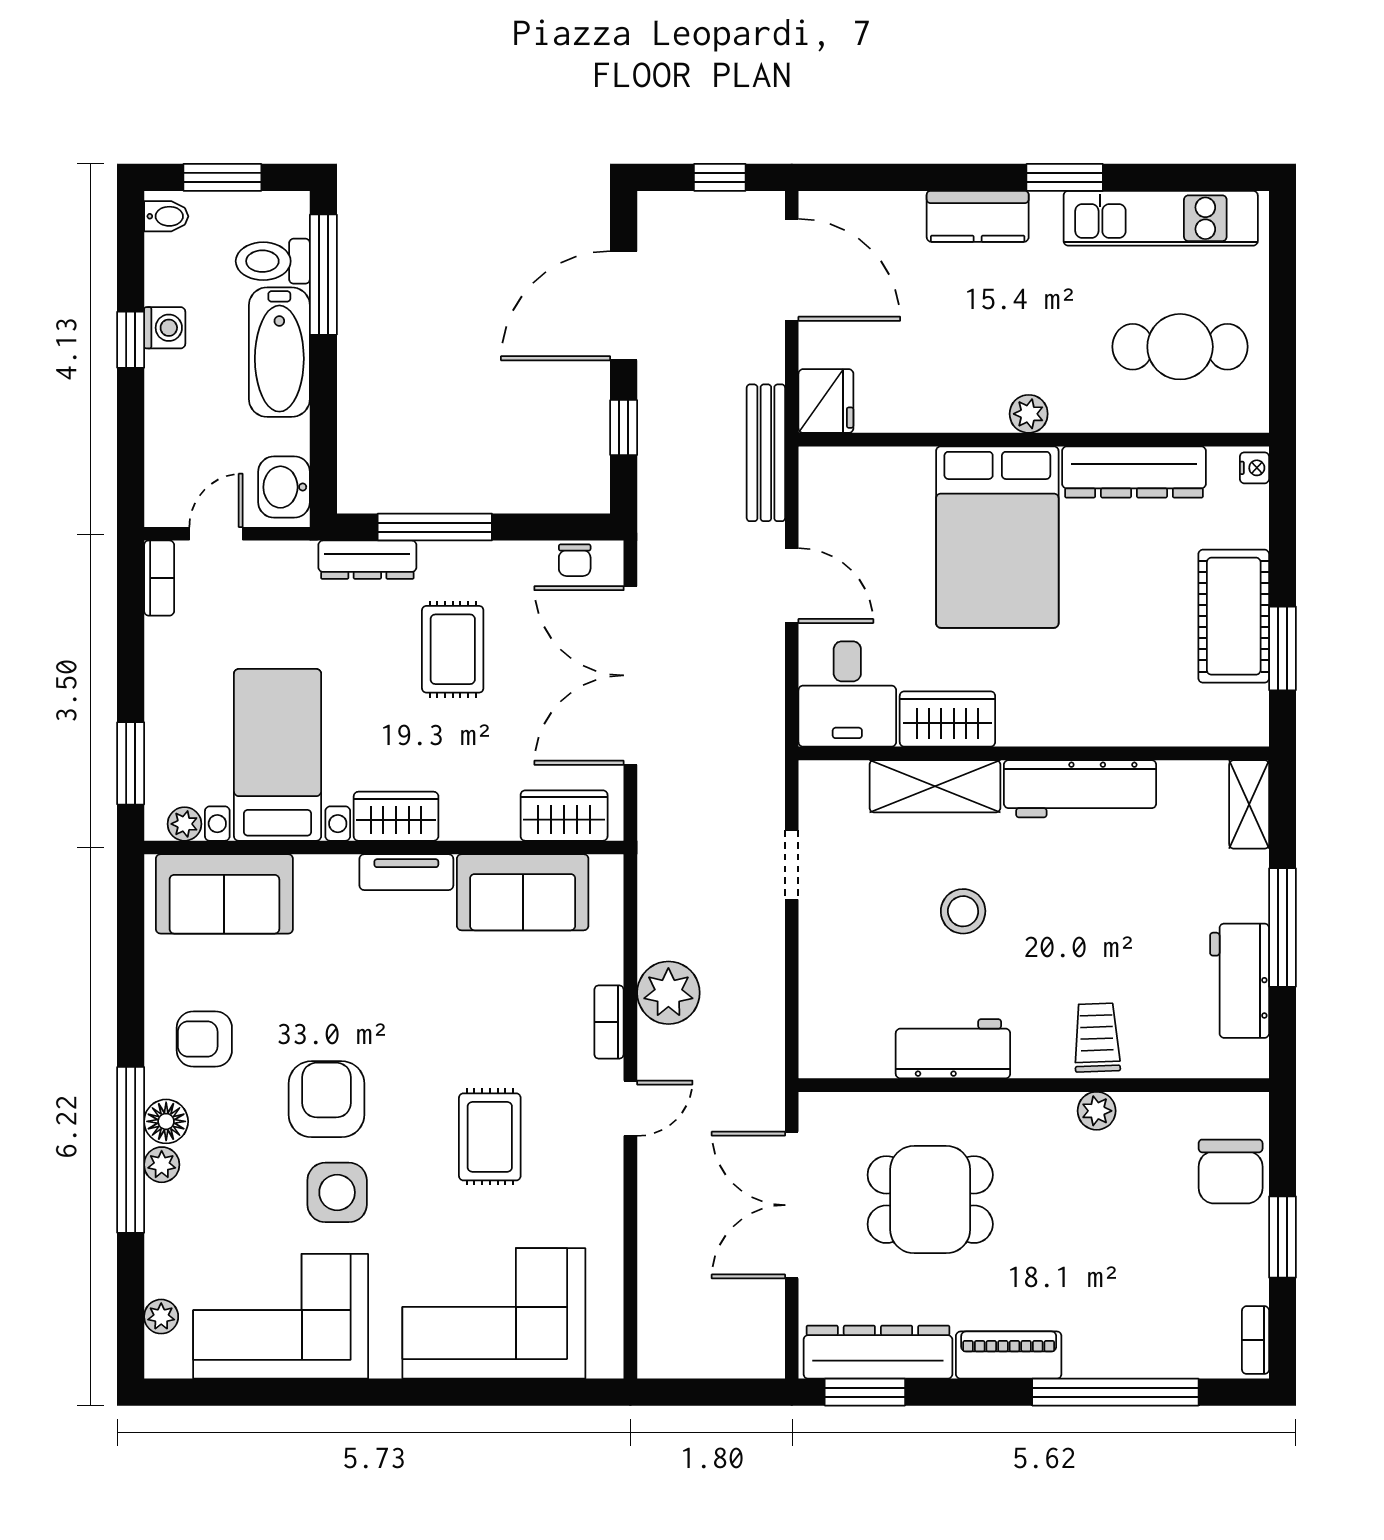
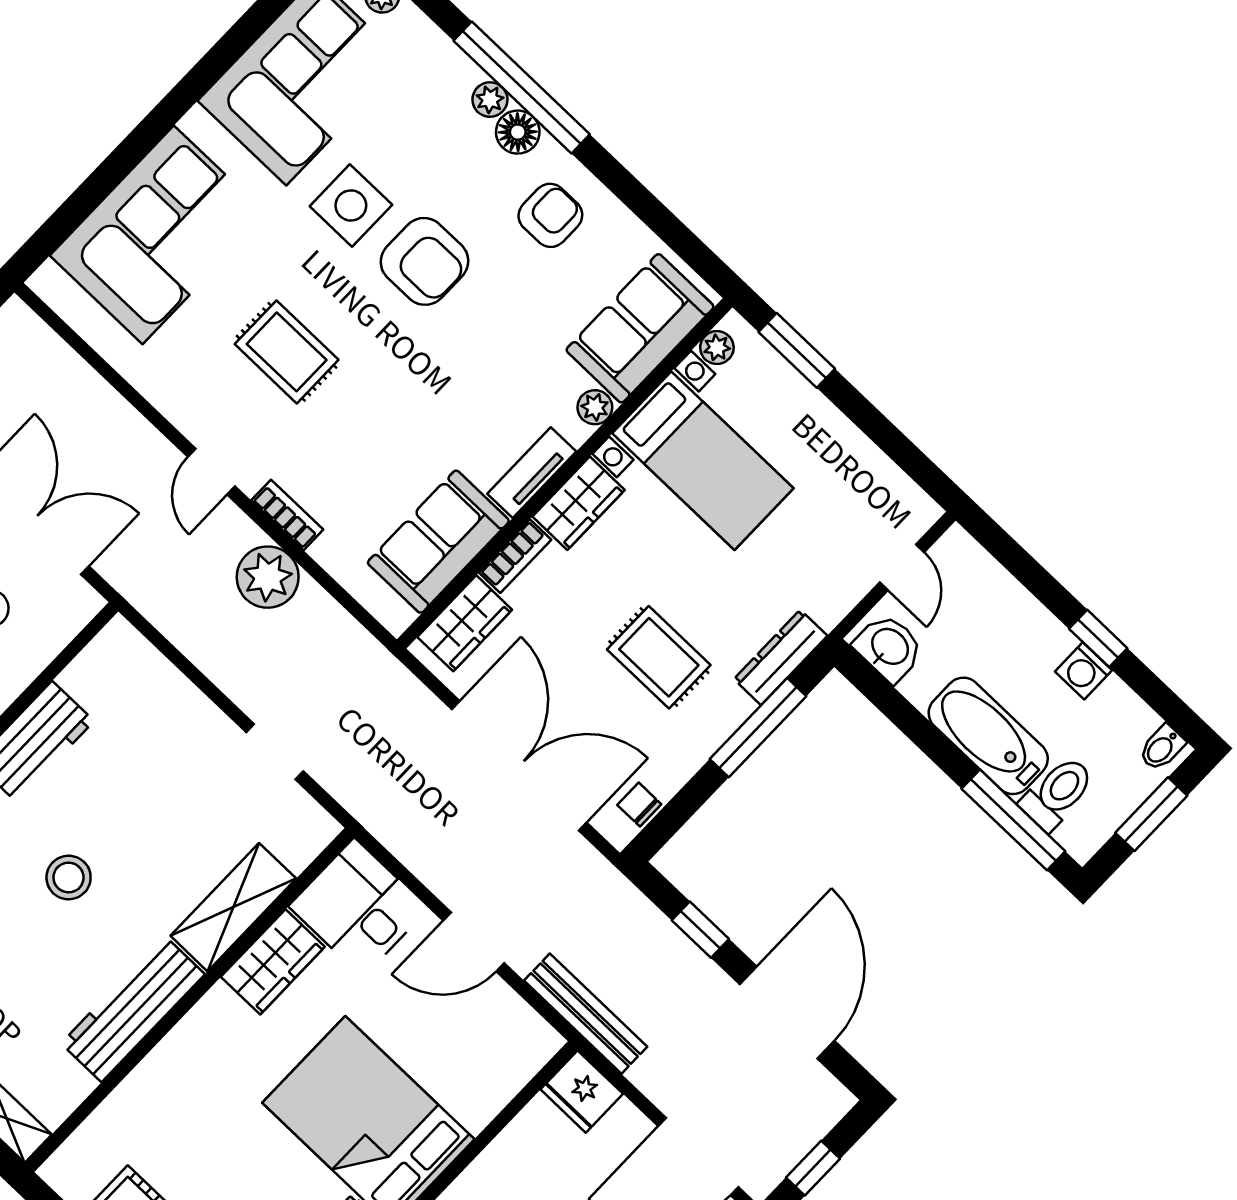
bookcase: (159, 578) -> (515, 556), moved, turned -90
plant: (314, 872) -> (595, 407), added
stool: (963, 911) -> (69, 877), moved

